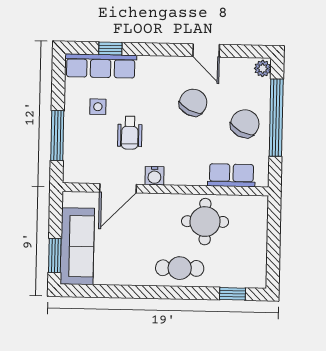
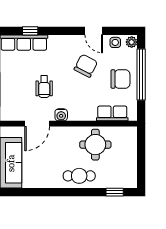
side table: (98, 107) -> (115, 42), moved
chair: (245, 124) -> (120, 79), turned 63

